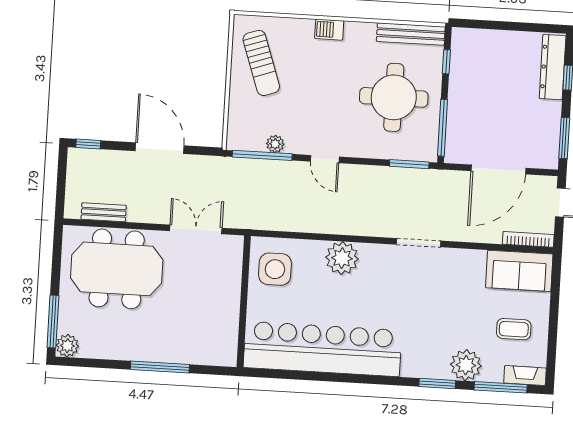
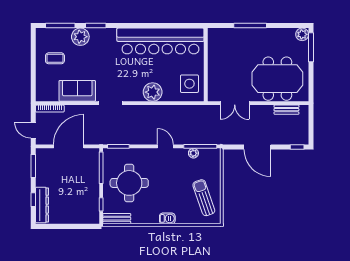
bench: (411, 34) -> (117, 219), width x0.73
sofa: (519, 271) -> (77, 91), moved
fireplace: (525, 375) -> (47, 33), removed

